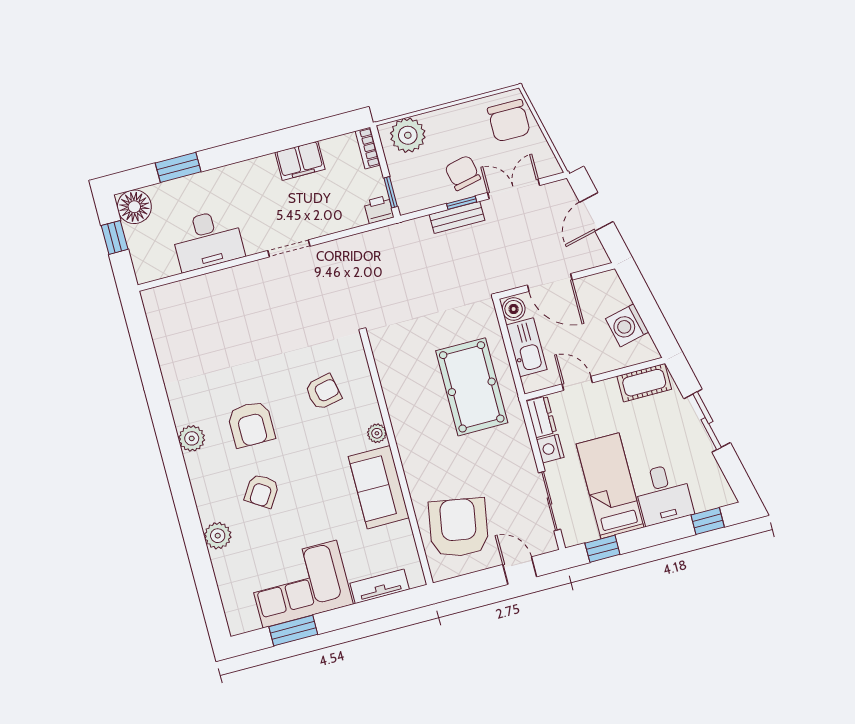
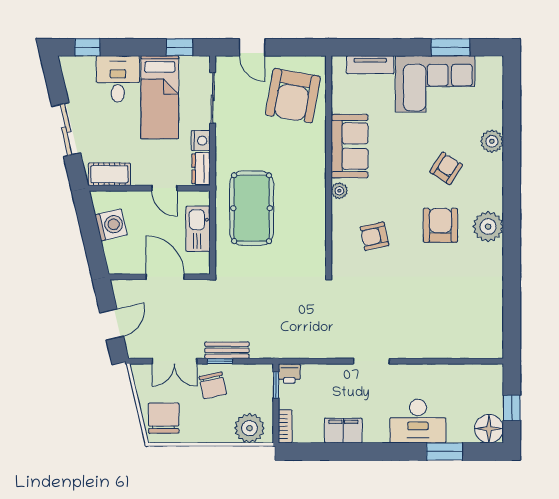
desk: (207, 240) -> (418, 421), moved, turned 180
boiler: (514, 309) -> (200, 263), removed
plant: (192, 438) -> (488, 227), width x1.36, depth x1.36

